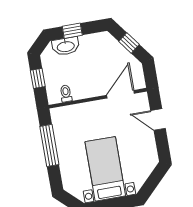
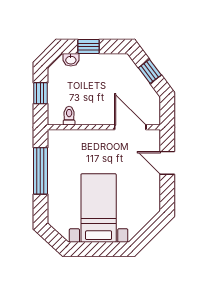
washbasin: (66, 46) -> (71, 60), width x0.52, depth x0.69
door: (121, 94) -> (130, 127), hinge flipped

